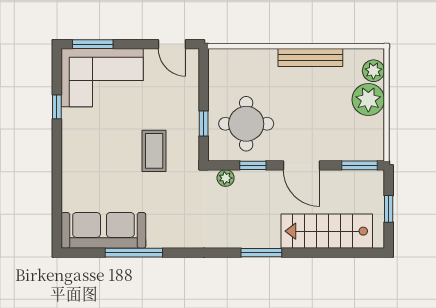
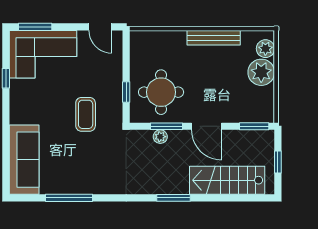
window: (253, 165) -> (167, 126), width x1.50
plant: (226, 178) -> (160, 137), moved
sofa: (103, 230) -> (24, 160), moved, turned 90

